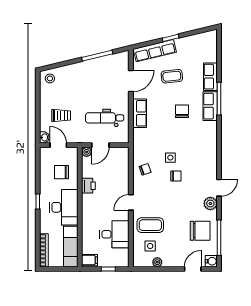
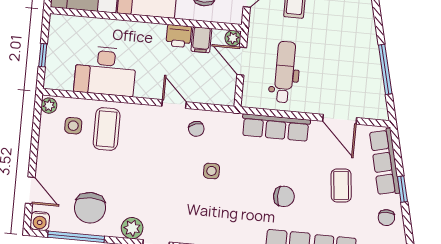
row of seats: (140, 113) -> (276, 128), width x1.48
chair: (176, 176) -> (386, 218), moved
door: (131, 202) -> (174, 104), moved
desk: (114, 234) -> (105, 71), width x1.37
filing cabinet: (89, 260) -> (201, 40), moved
plant: (157, 262) -> (49, 106), moved

